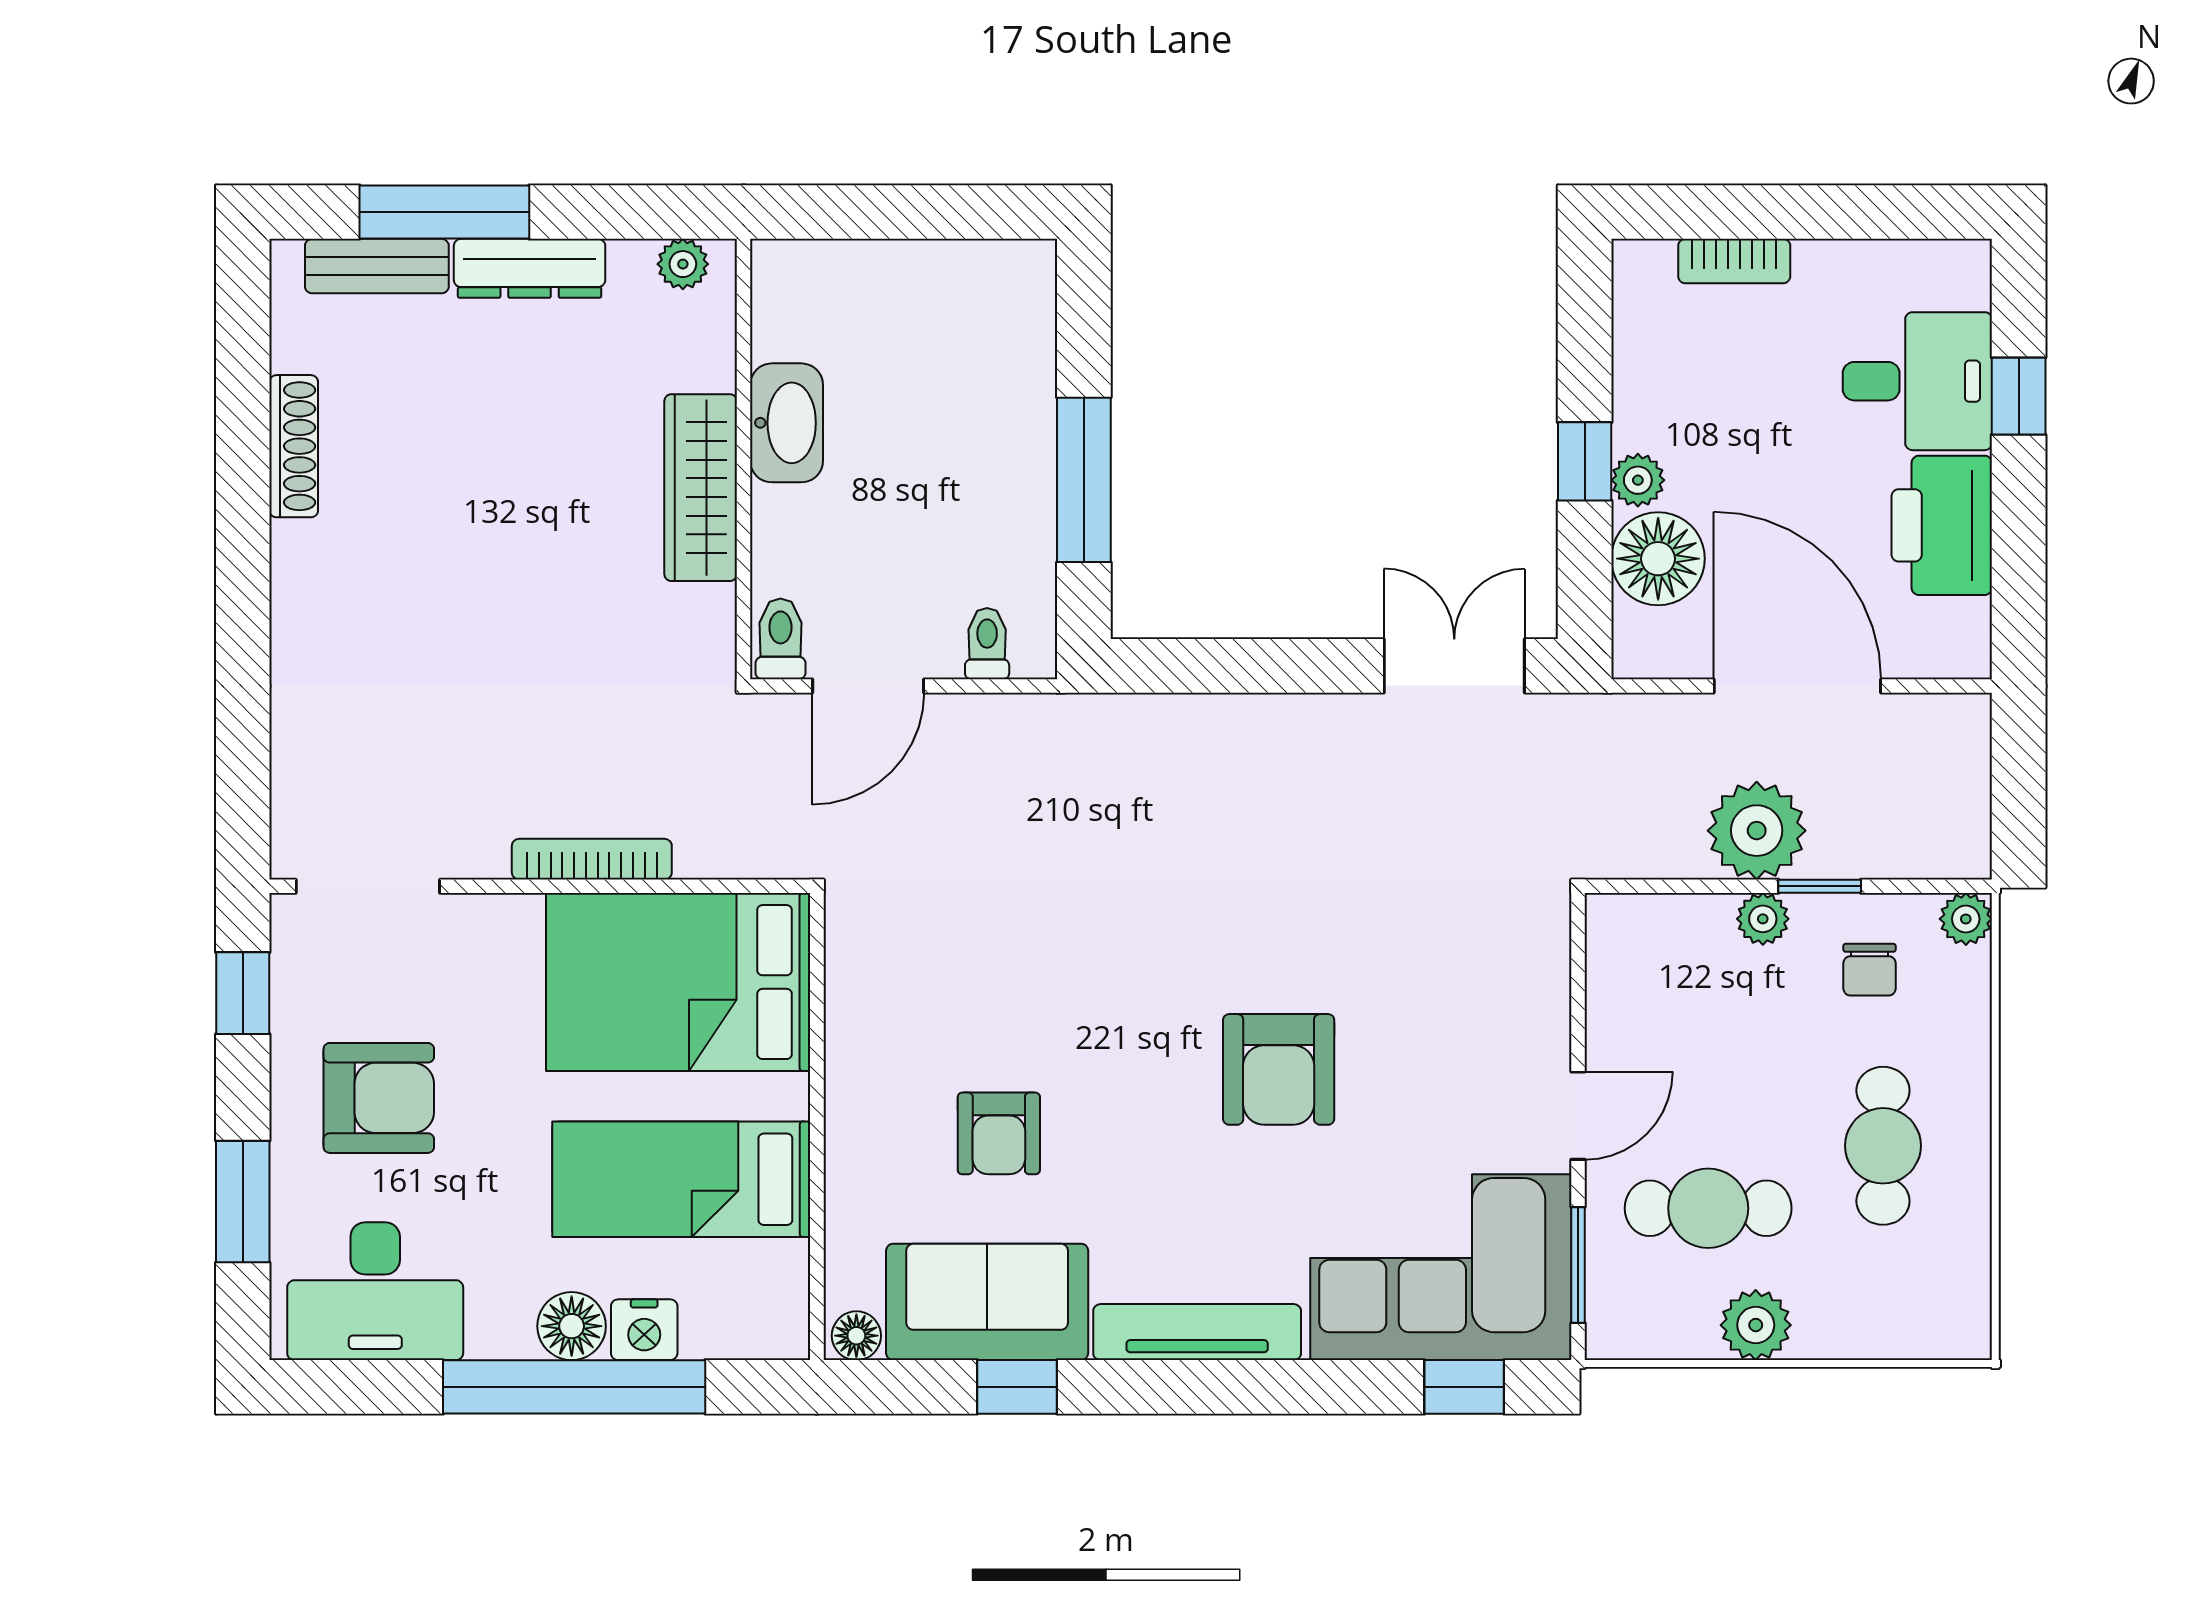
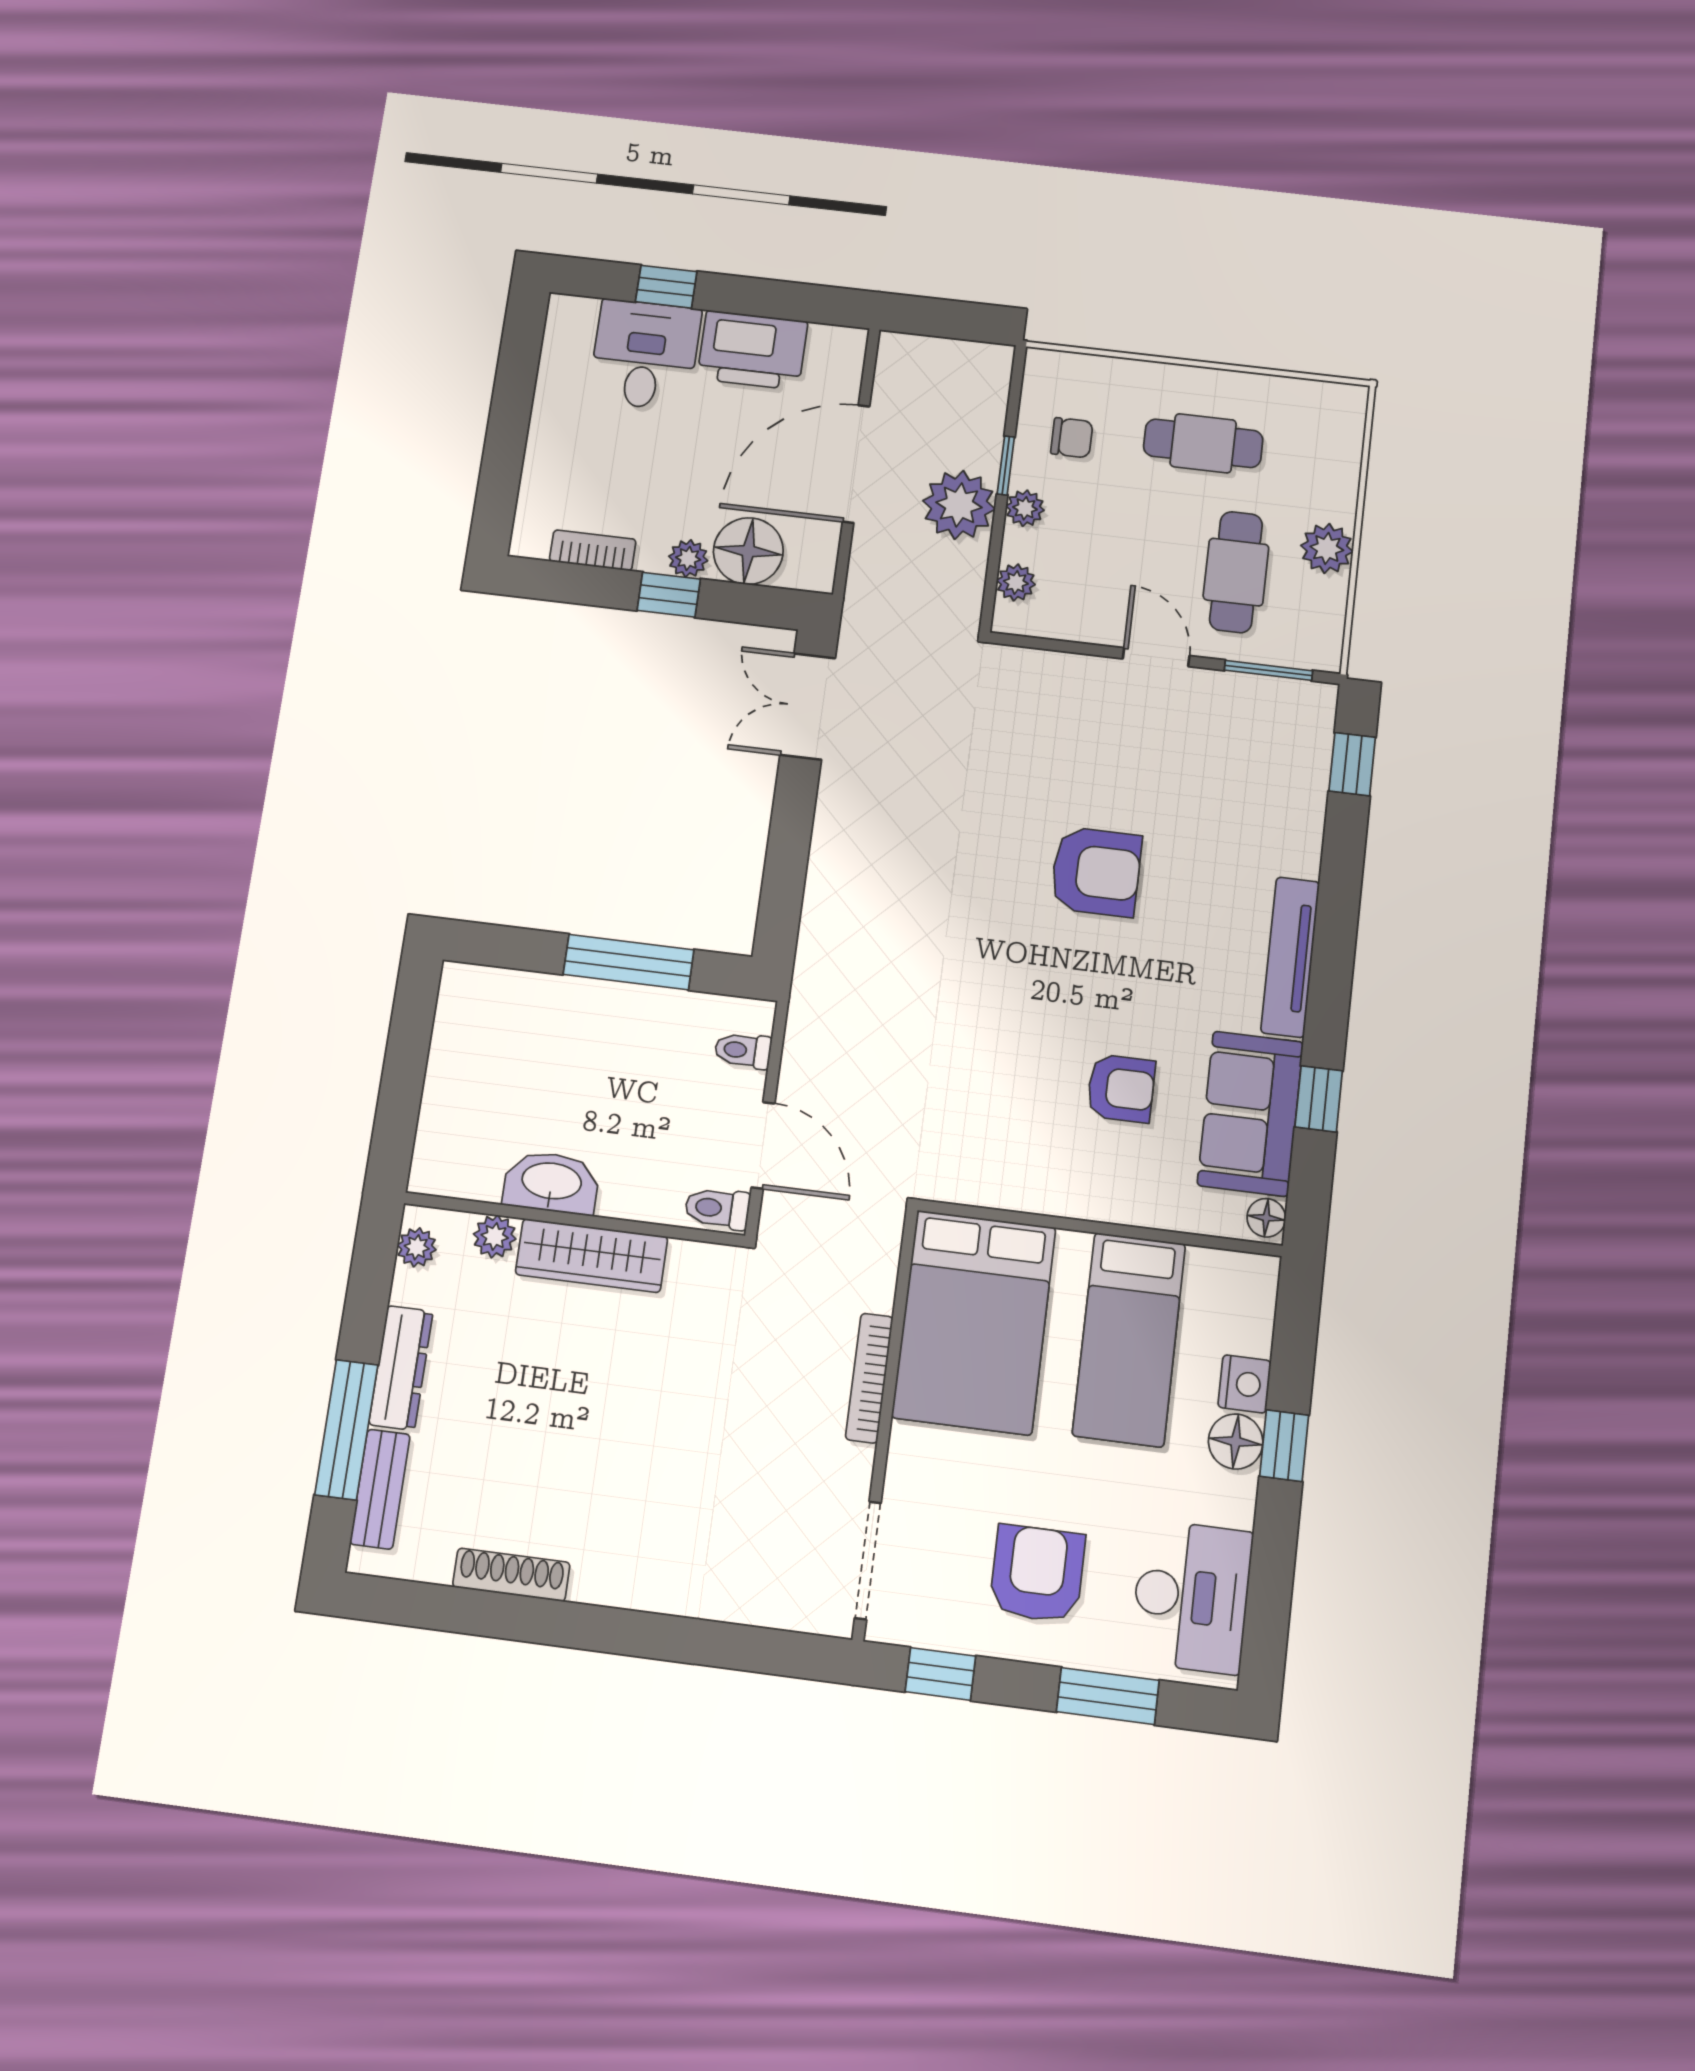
bookcase: (1734, 261) -> (593, 550), moved, turned -90
plant: (709, 361) -> (495, 1236), added
plant: (1966, 919) -> (1016, 582), moved
corner sofa: (1441, 1267) -> (1260, 770), removed
window: (574, 1387) -> (1284, 1446), width x0.32

